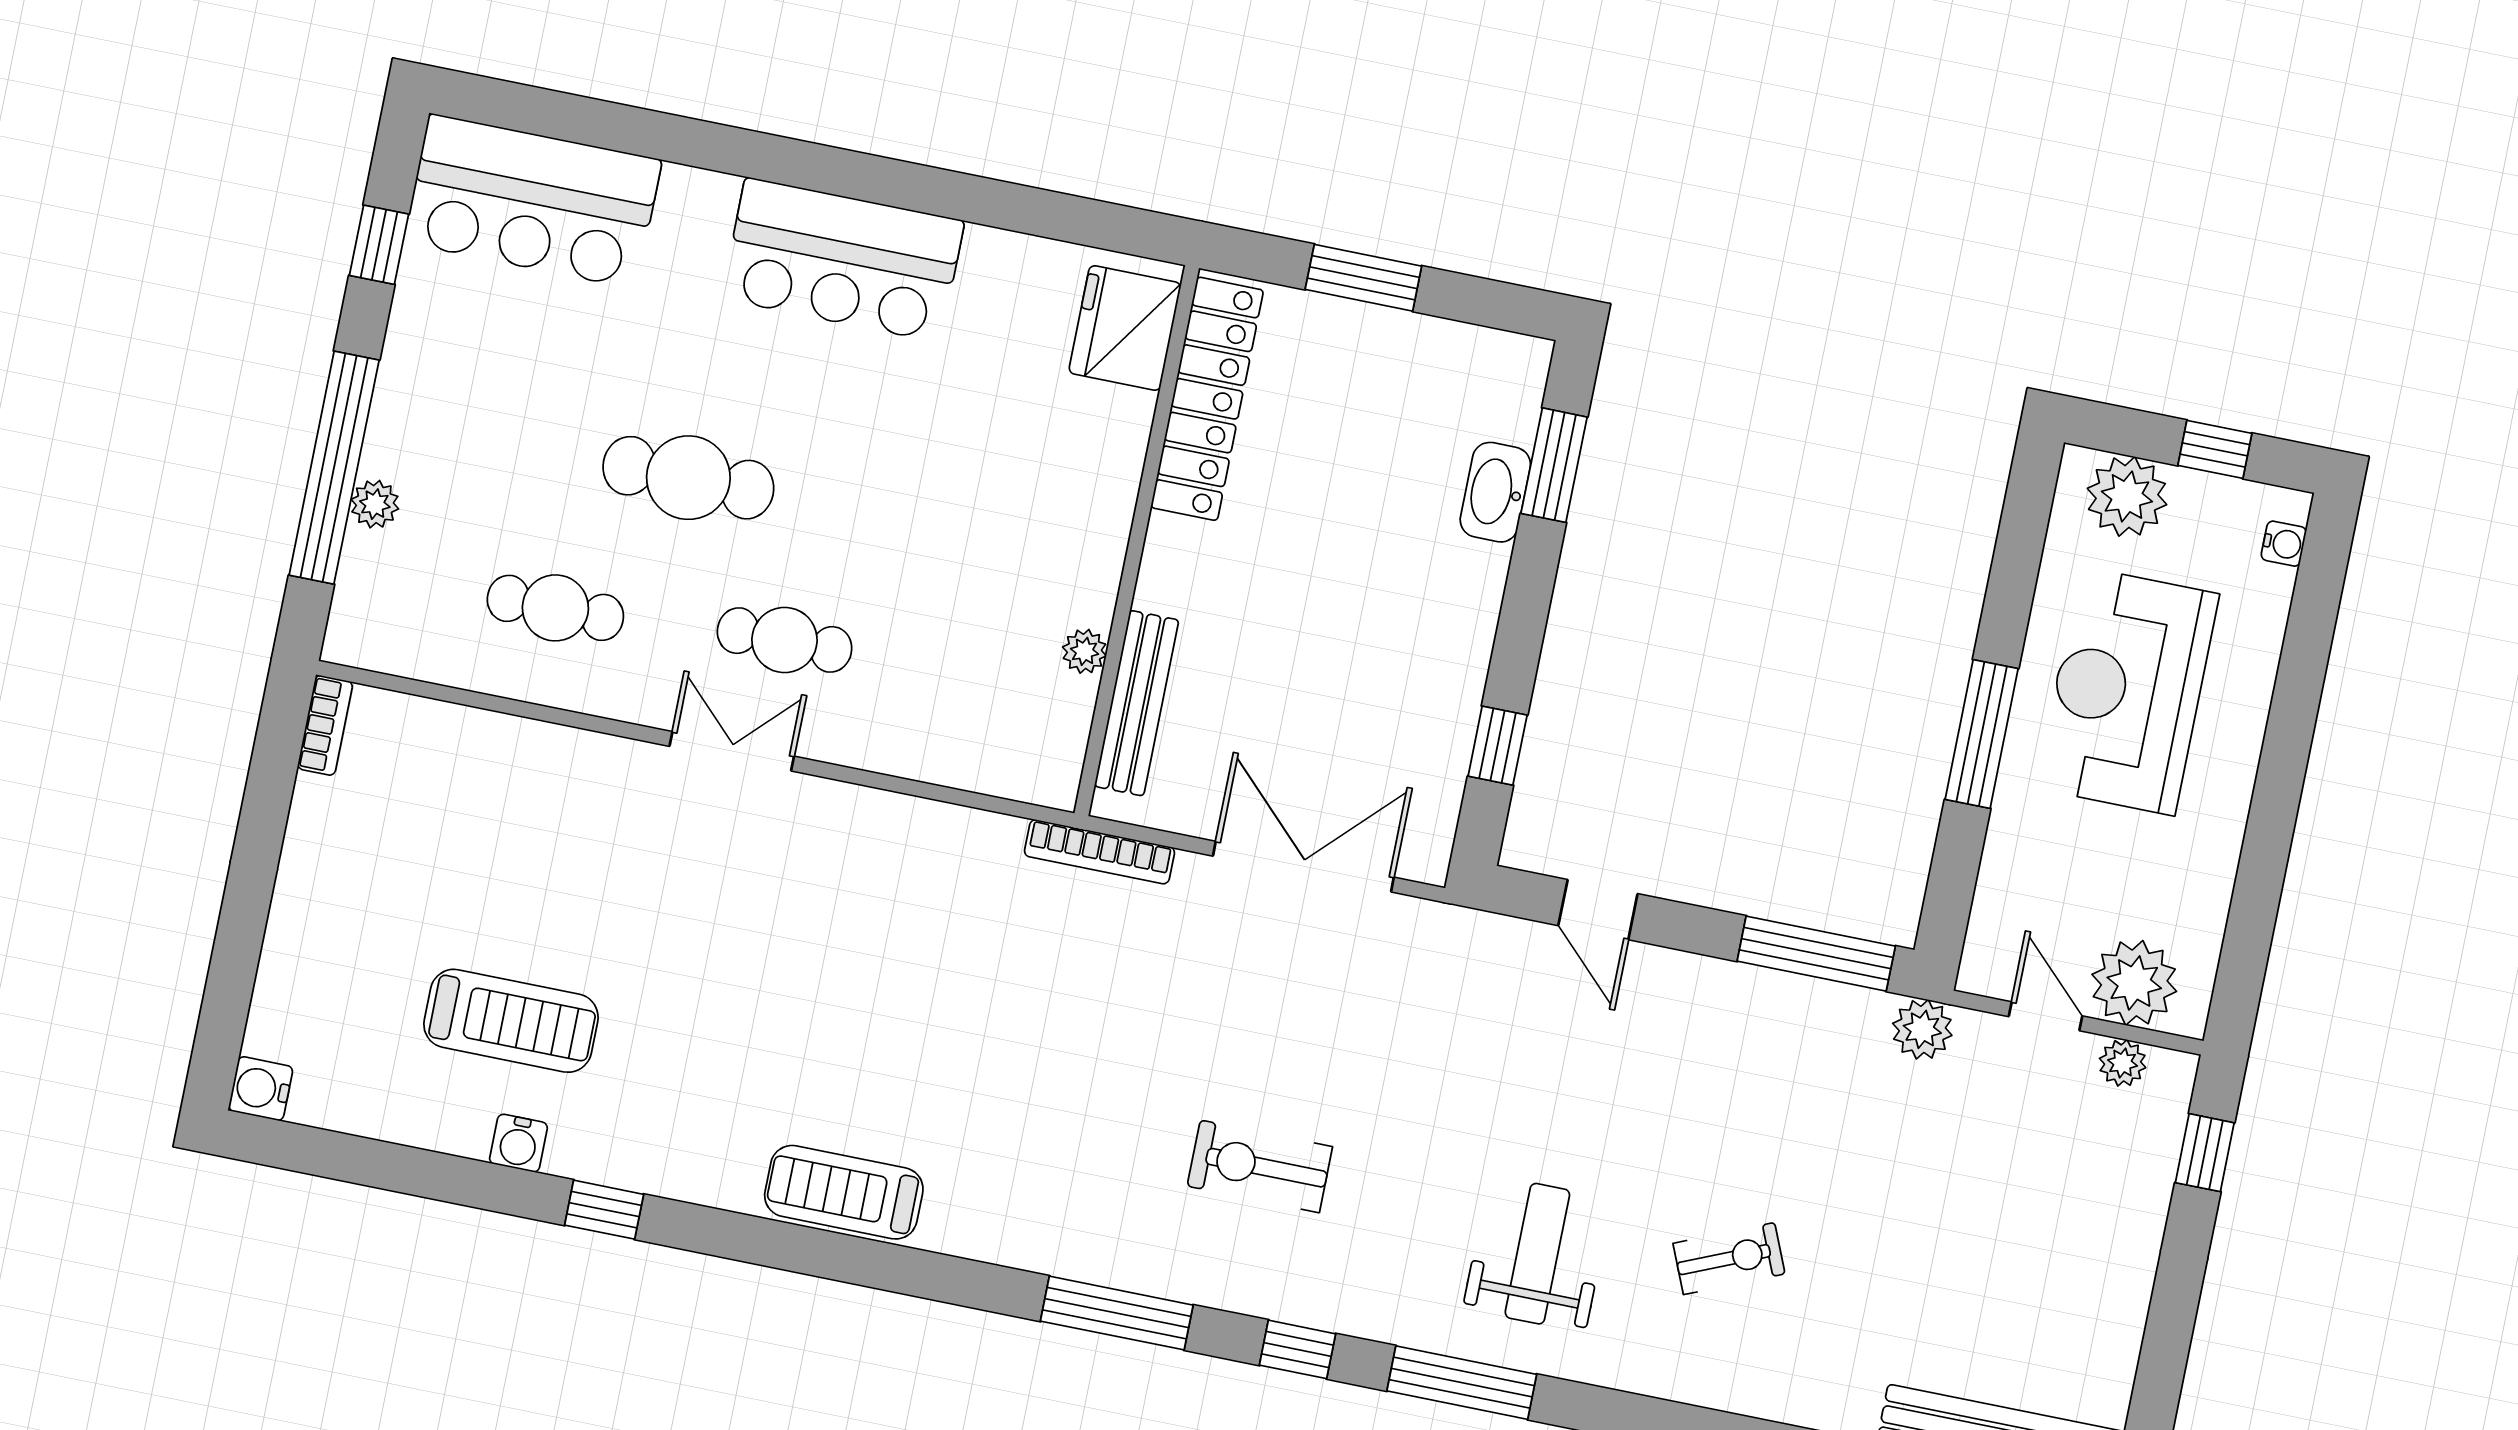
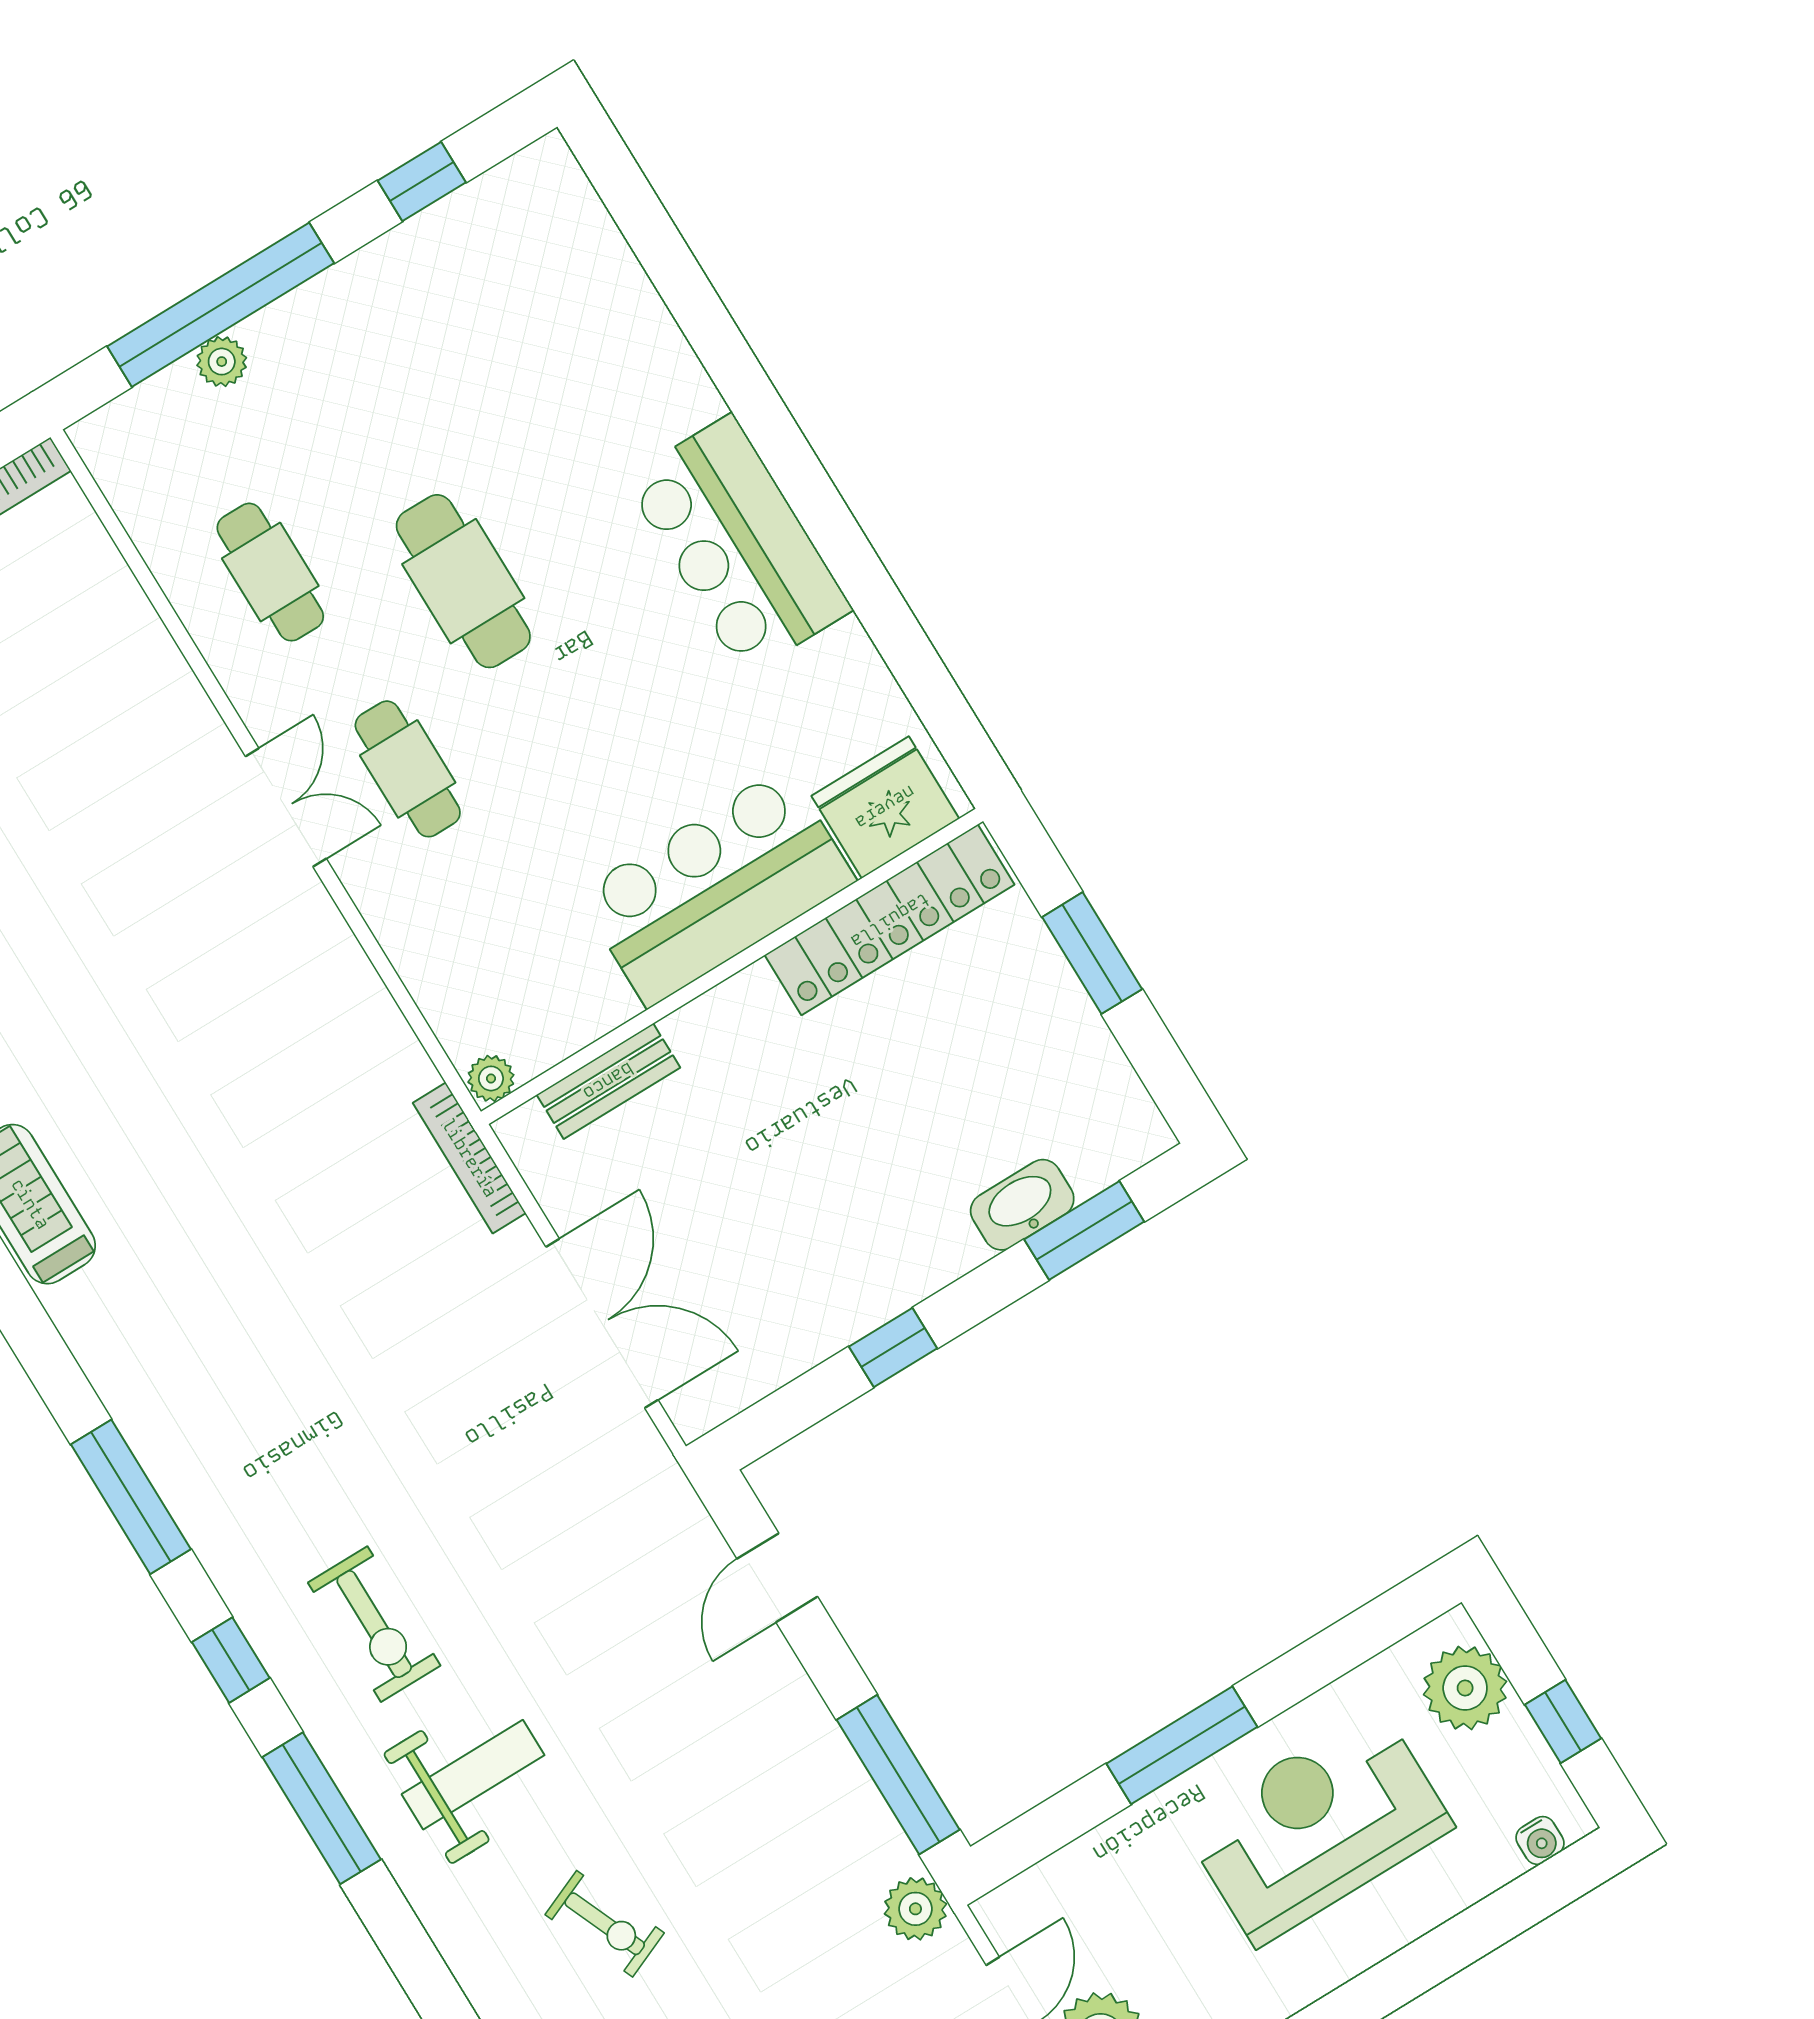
bar counter: (533, 201) -> (717, 887), moved, turned 90
plant: (1084, 651) -> (491, 1078), moved
bench: (1137, 703) -> (608, 1081), width x0.73
window: (1498, 746) -> (893, 1348), moved
exercise bike: (1260, 1166) -> (374, 1624), moved, turned 180

